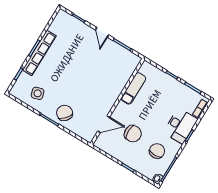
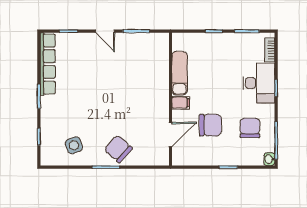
row of seats: (39, 53) -> (48, 64), moved
filing cabinet: (123, 108) -> (181, 103), added

